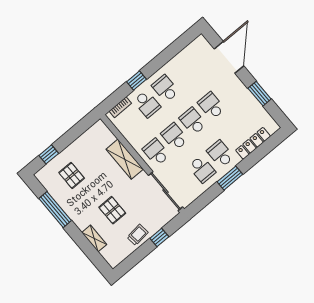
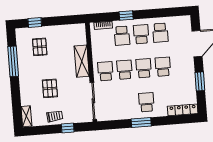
locker: (253, 143) -> (183, 110), moved
school desk: (202, 169) -> (160, 33), moved
shelving: (94, 238) -> (26, 116), moved

